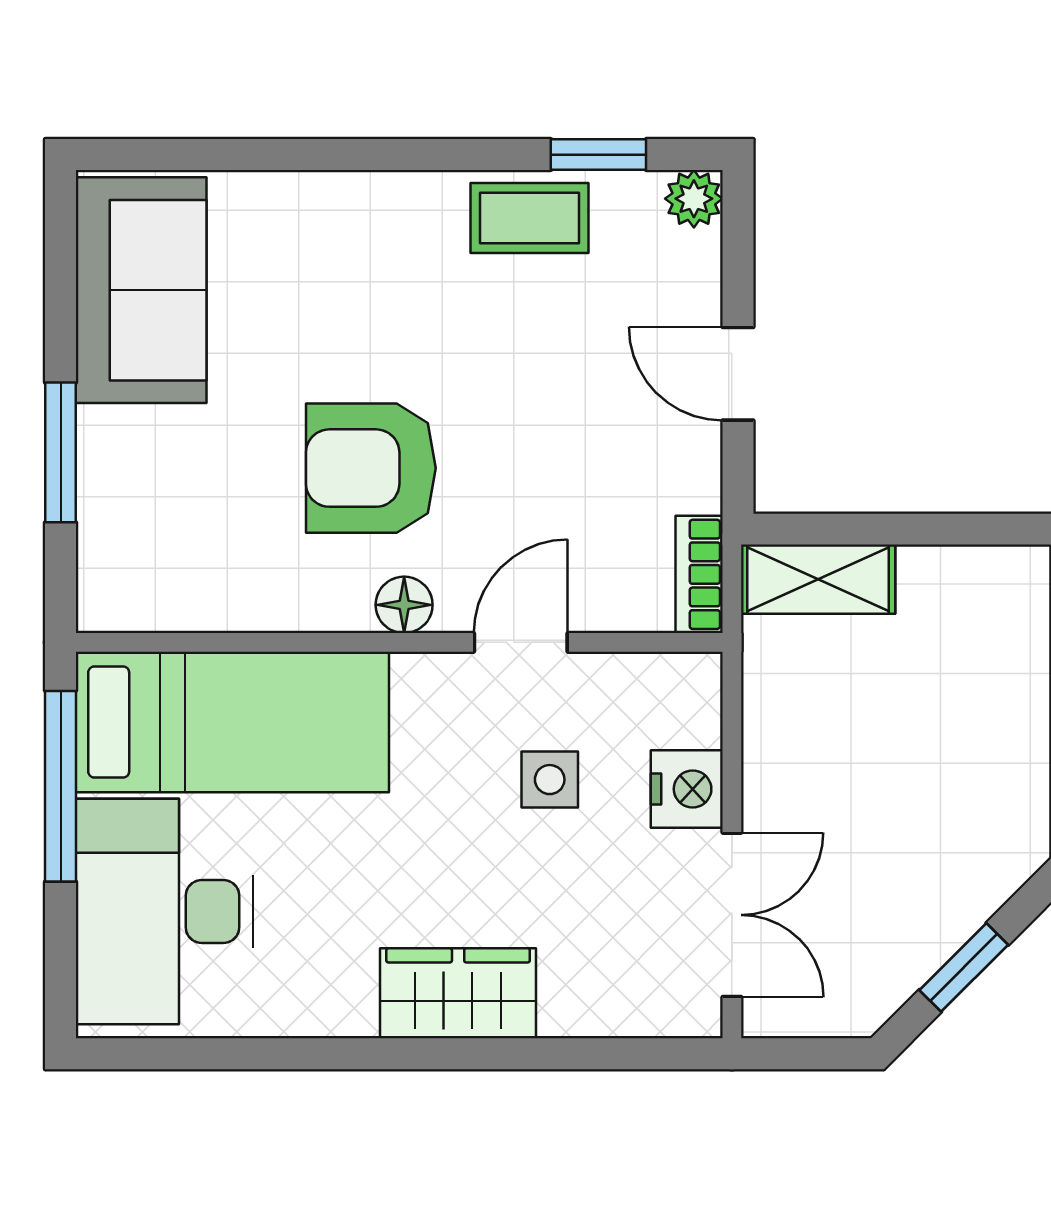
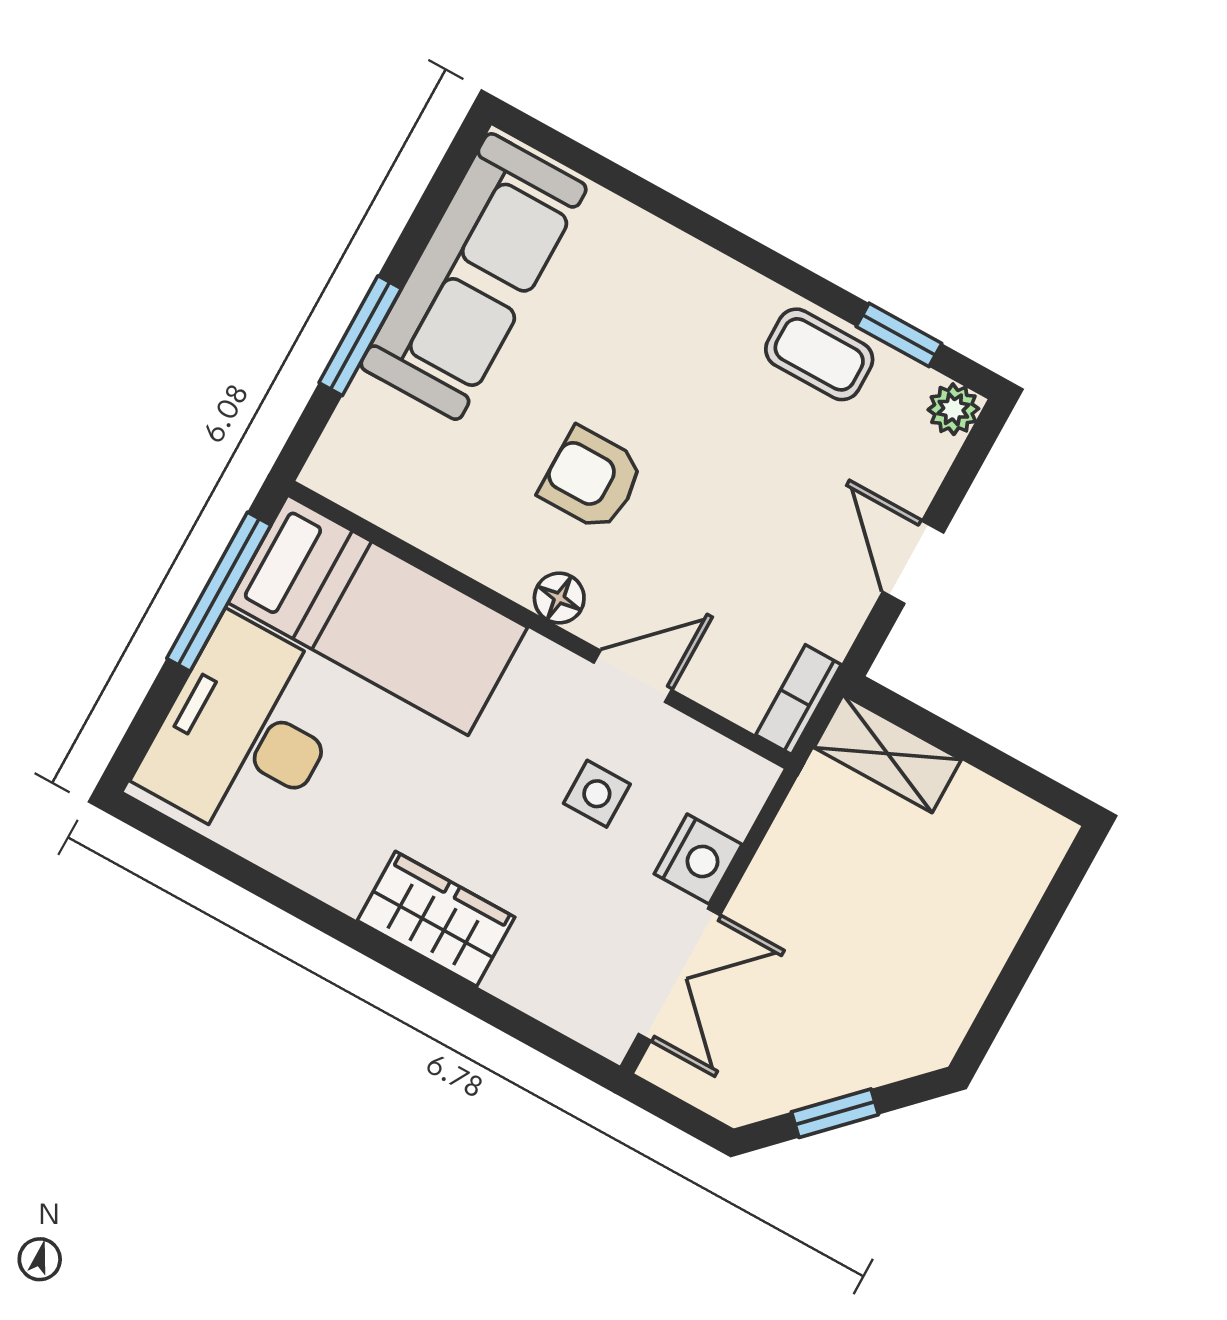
sofa: (141, 290) -> (473, 277), width x1.36
armchair: (371, 468) -> (592, 479), width x0.72, depth x0.72

